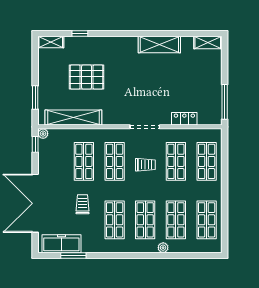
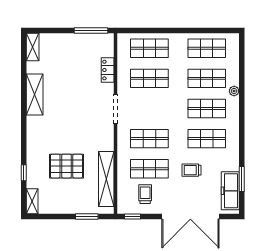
pallet: (87, 77) -> (66, 166), turned 90
plant: (43, 134) -> (122, 209), removed
trolley: (145, 165) -> (145, 194), moved

